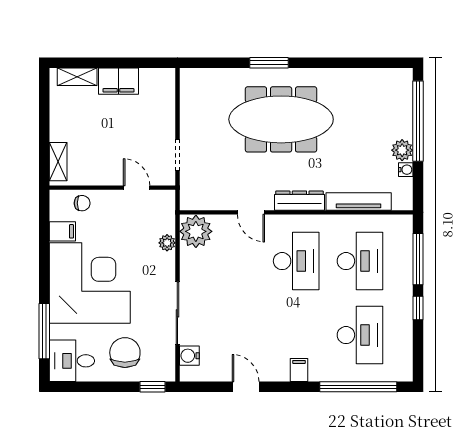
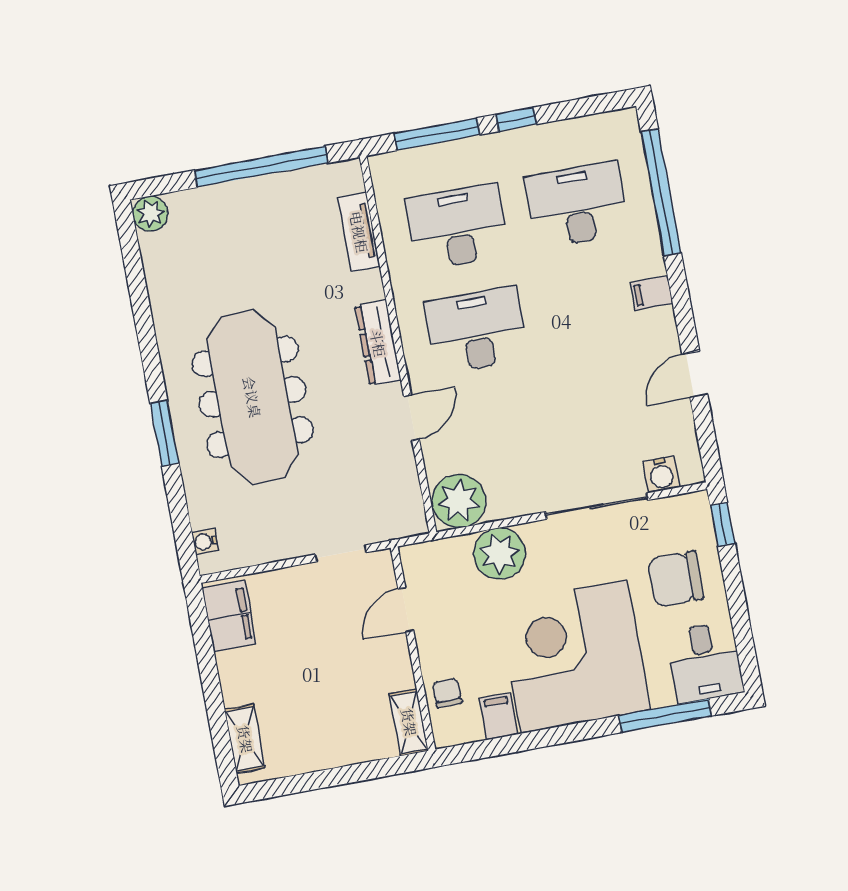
filing cabinet: (118, 81) -> (229, 616), moved
window: (418, 121) -> (261, 167), moved
plant: (402, 150) -> (150, 214), moved
shelving: (58, 162) -> (409, 722), moved, turned 90
water cooler: (406, 170) -> (205, 542), moved, turned -90
tv unit: (359, 201) -> (359, 232), width x0.71
plant: (167, 243) -> (500, 554), width x1.87, depth x1.87

